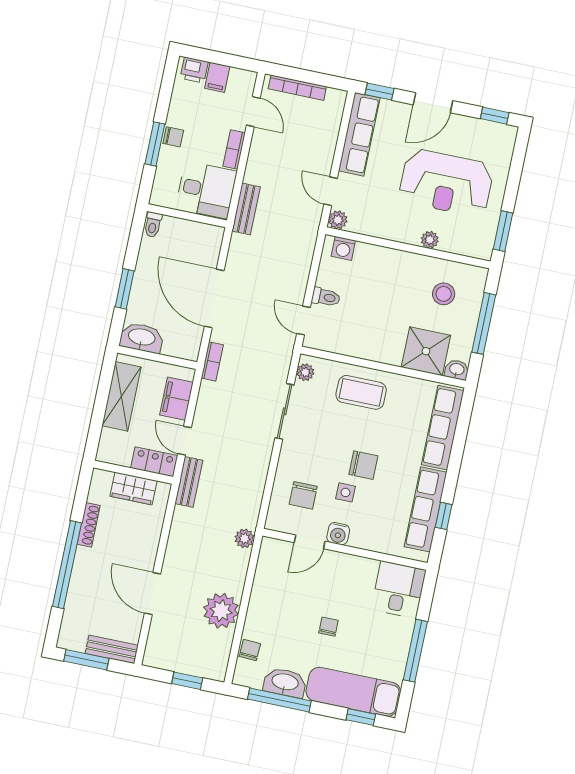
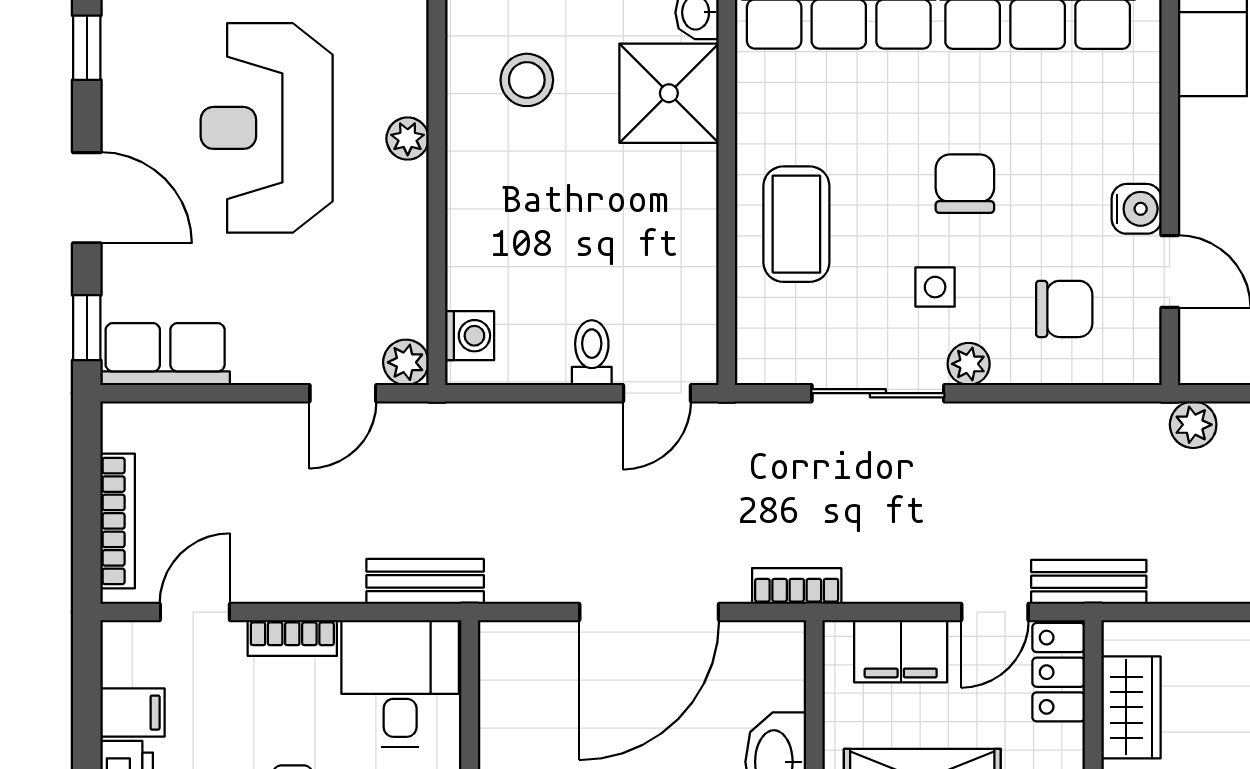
row of seats: (359, 134) -> (165, 354), width x0.68
reception desk: (446, 183) -> (267, 128), turned 180
plant: (305, 372) -> (969, 364), moved
side table: (345, 492) -> (935, 287), moved

